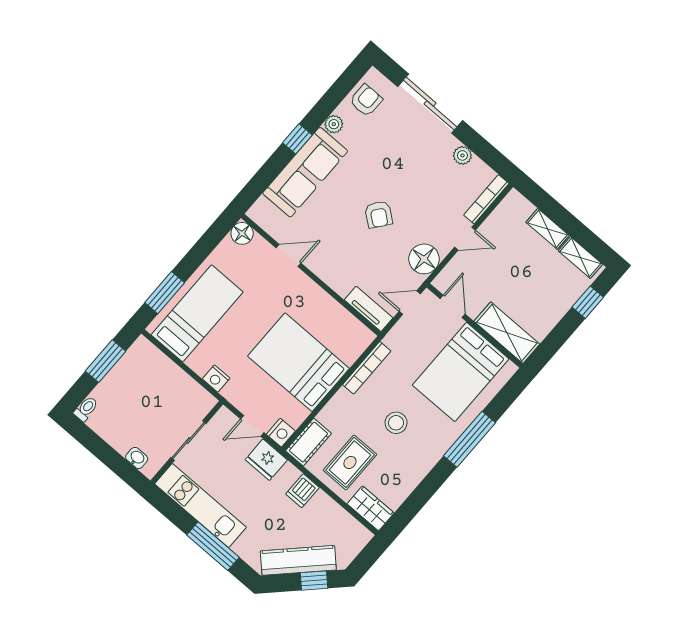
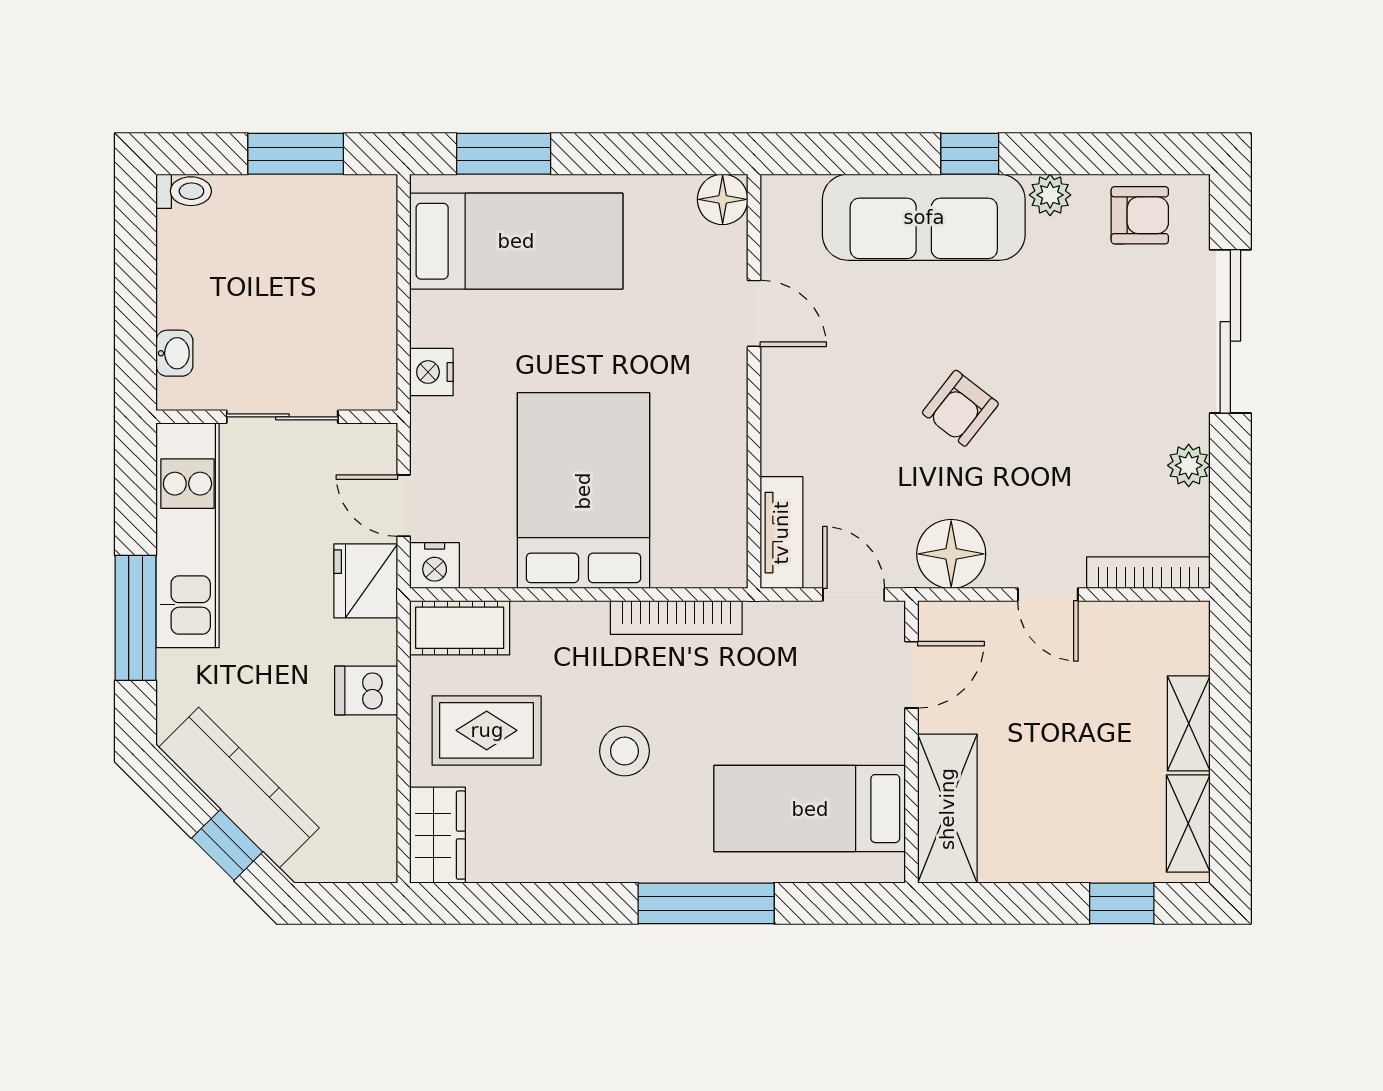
bed: (461, 372) -> (810, 809), width x0.67

